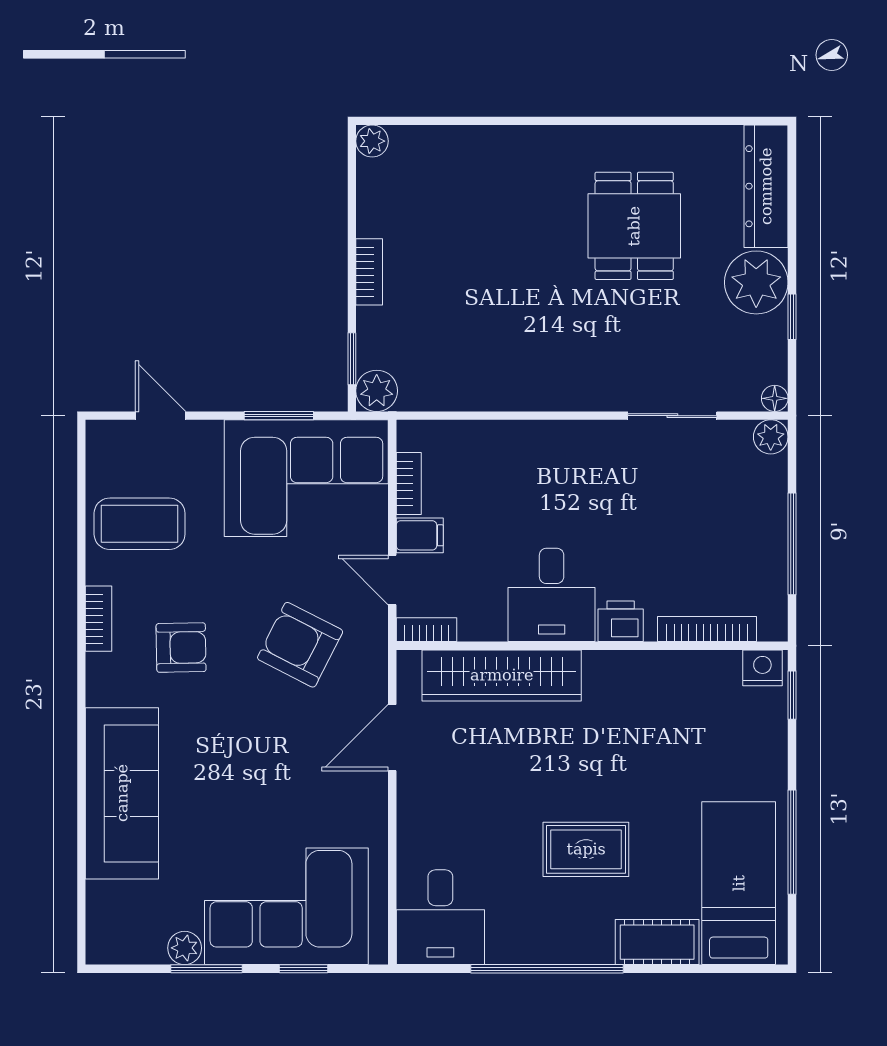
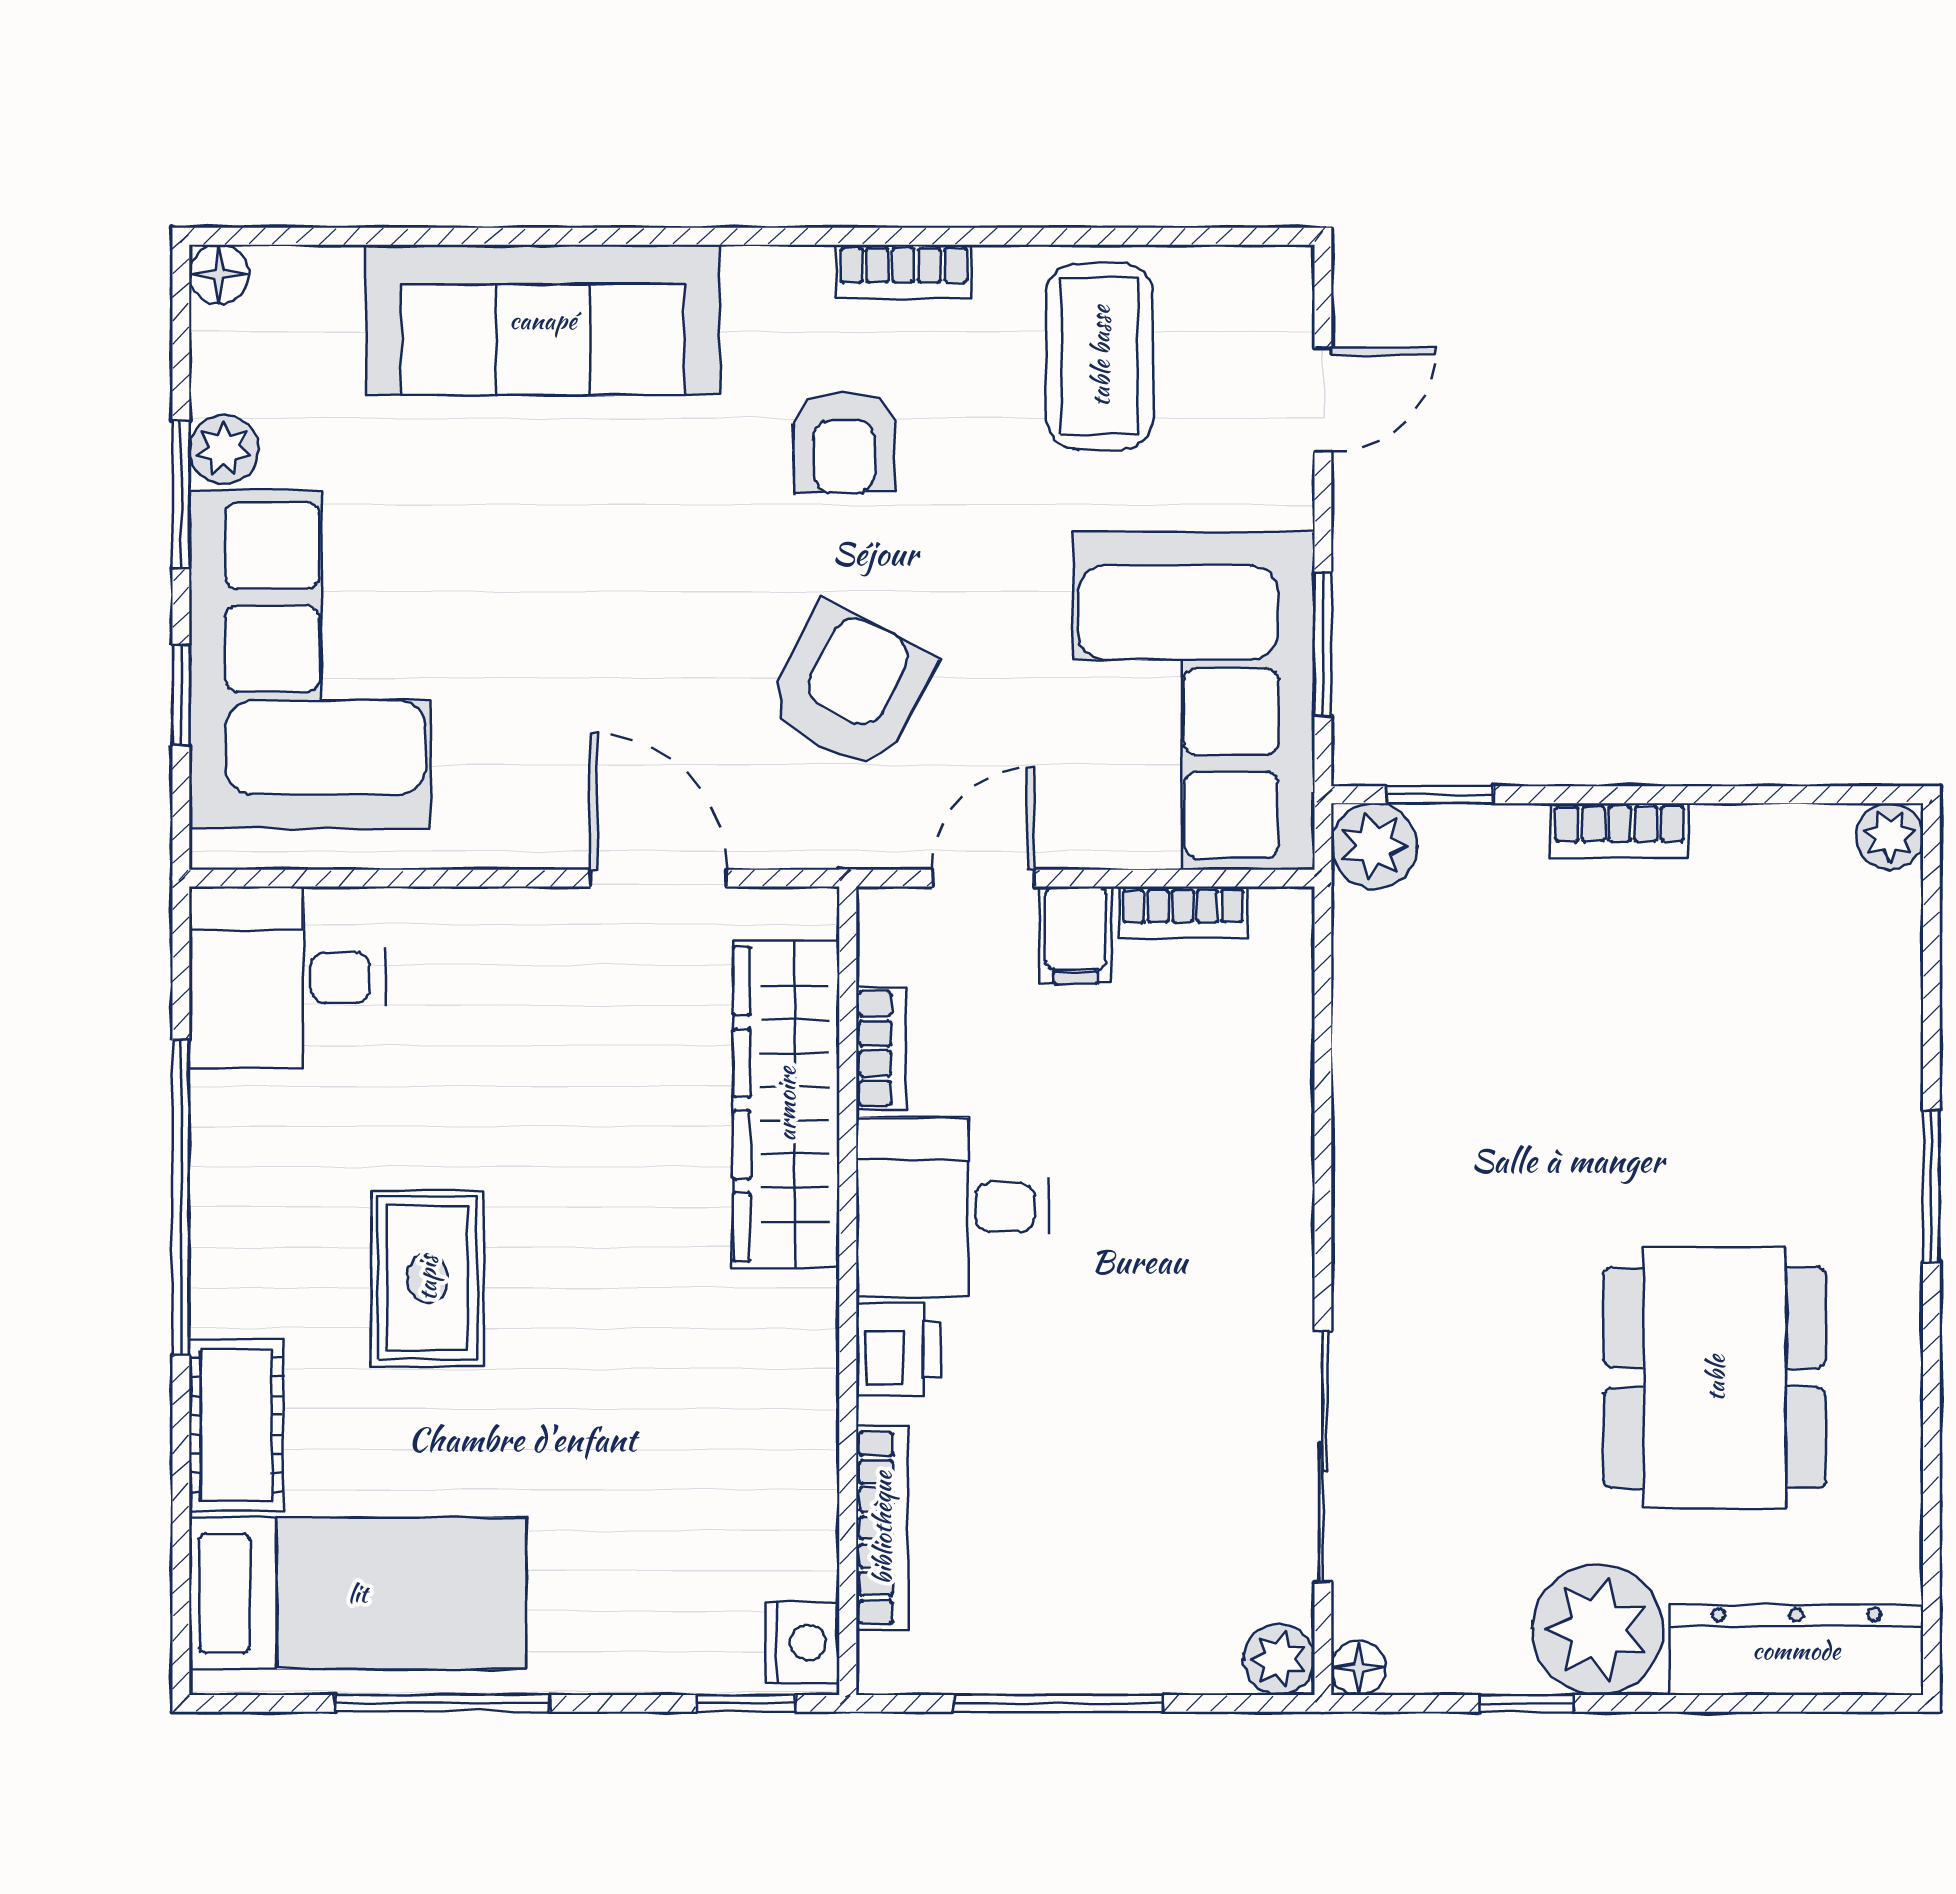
window: (542, 121) -> (1931, 1186), added
dining table: (634, 226) -> (1715, 1378), width x1.38
sliding door: (672, 416) -> (1323, 1456), width x1.37
bookcase: (427, 630) -> (881, 1049), moved
floor lamp: (100, 950) -> (219, 274), added

